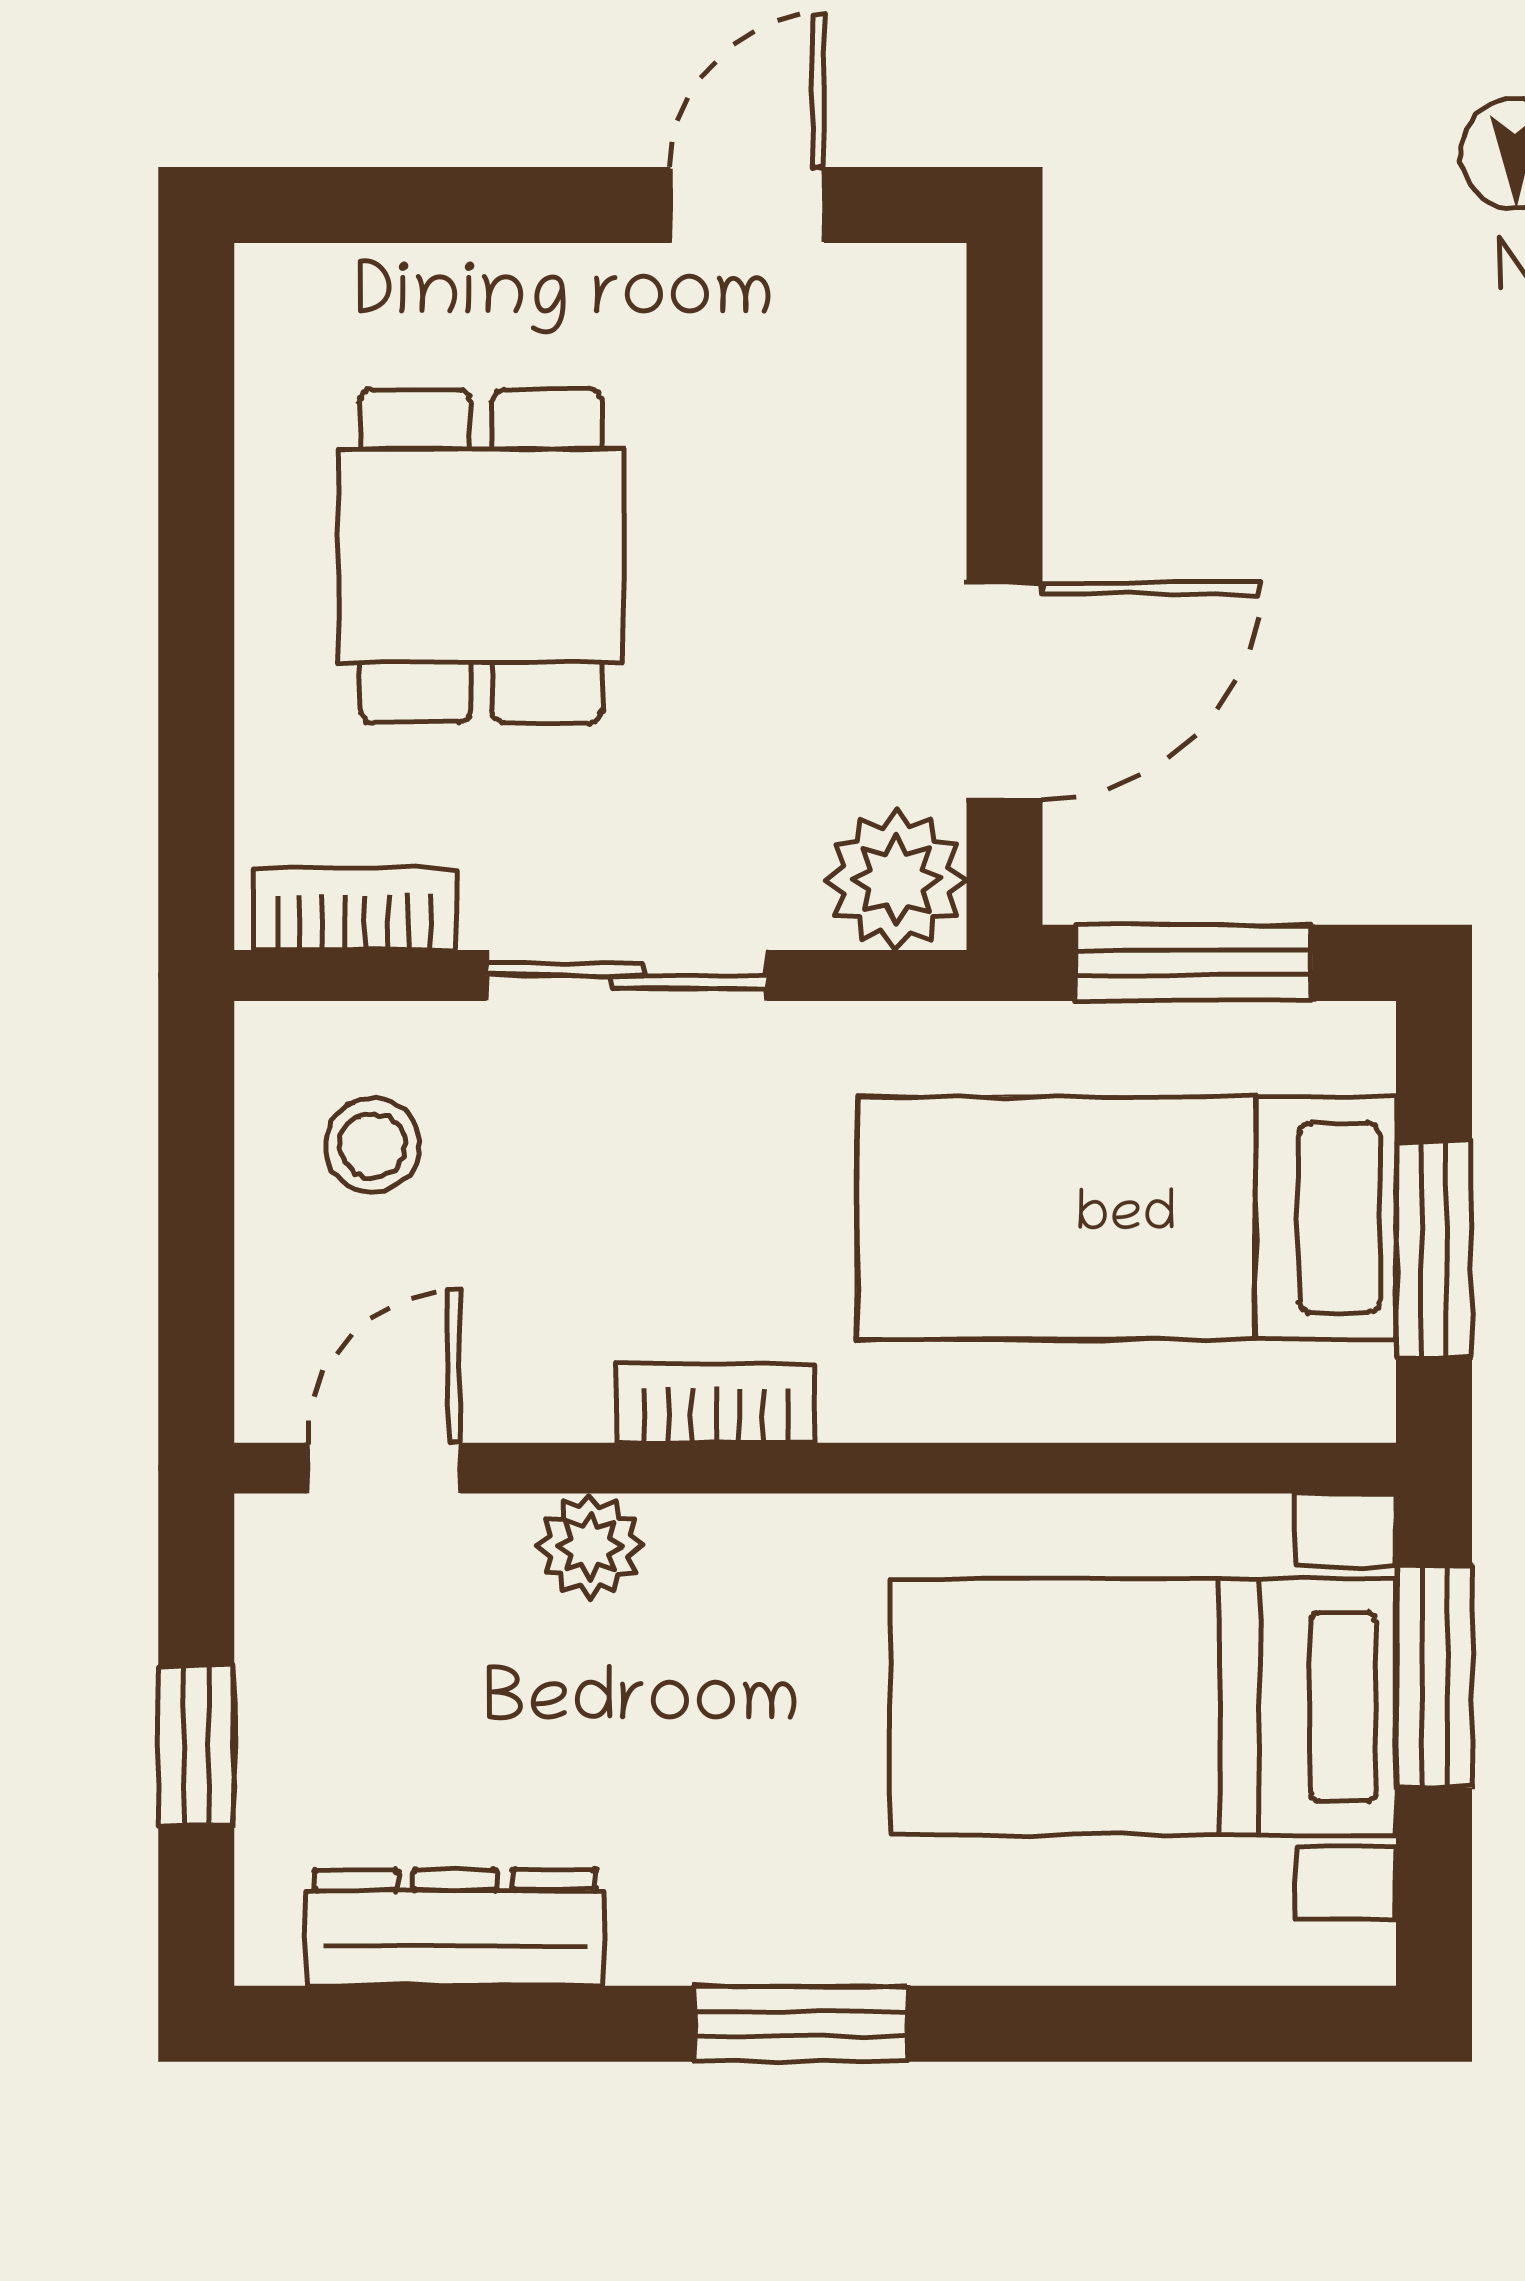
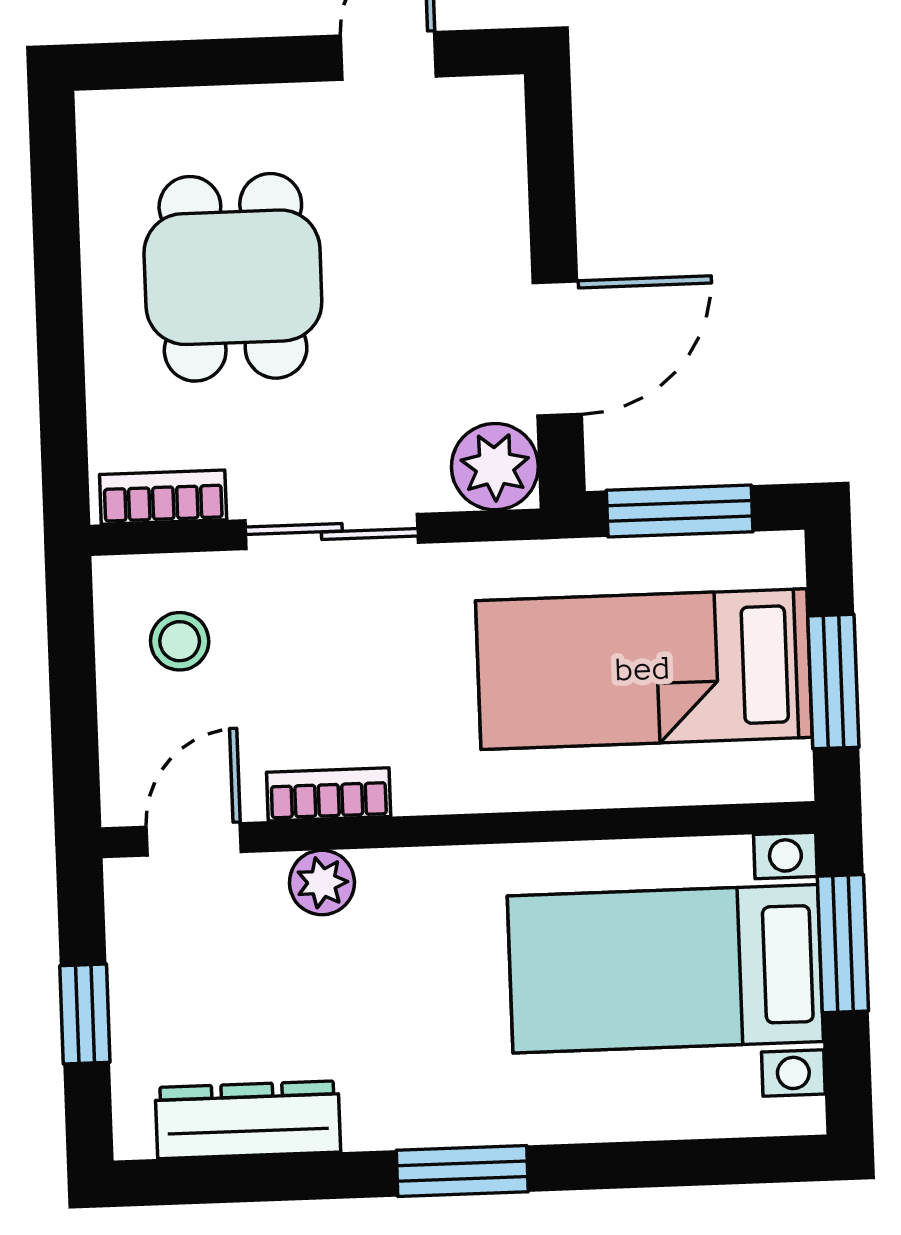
bookcase: (715, 1403) -> (329, 794), moved

